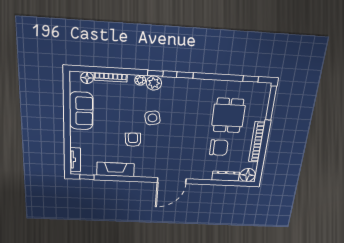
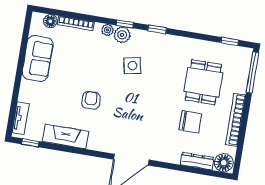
side table: (152, 118) -> (132, 66), moved

